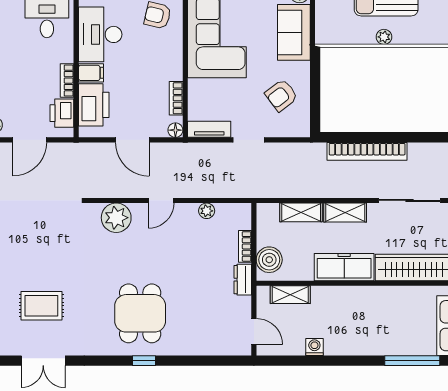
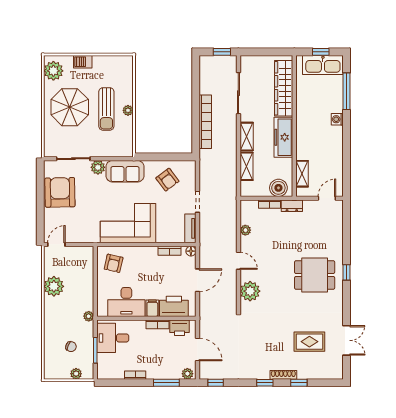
rug: (41, 306) -> (309, 342), turned 90
washing machine: (314, 347) -> (337, 119), moved

